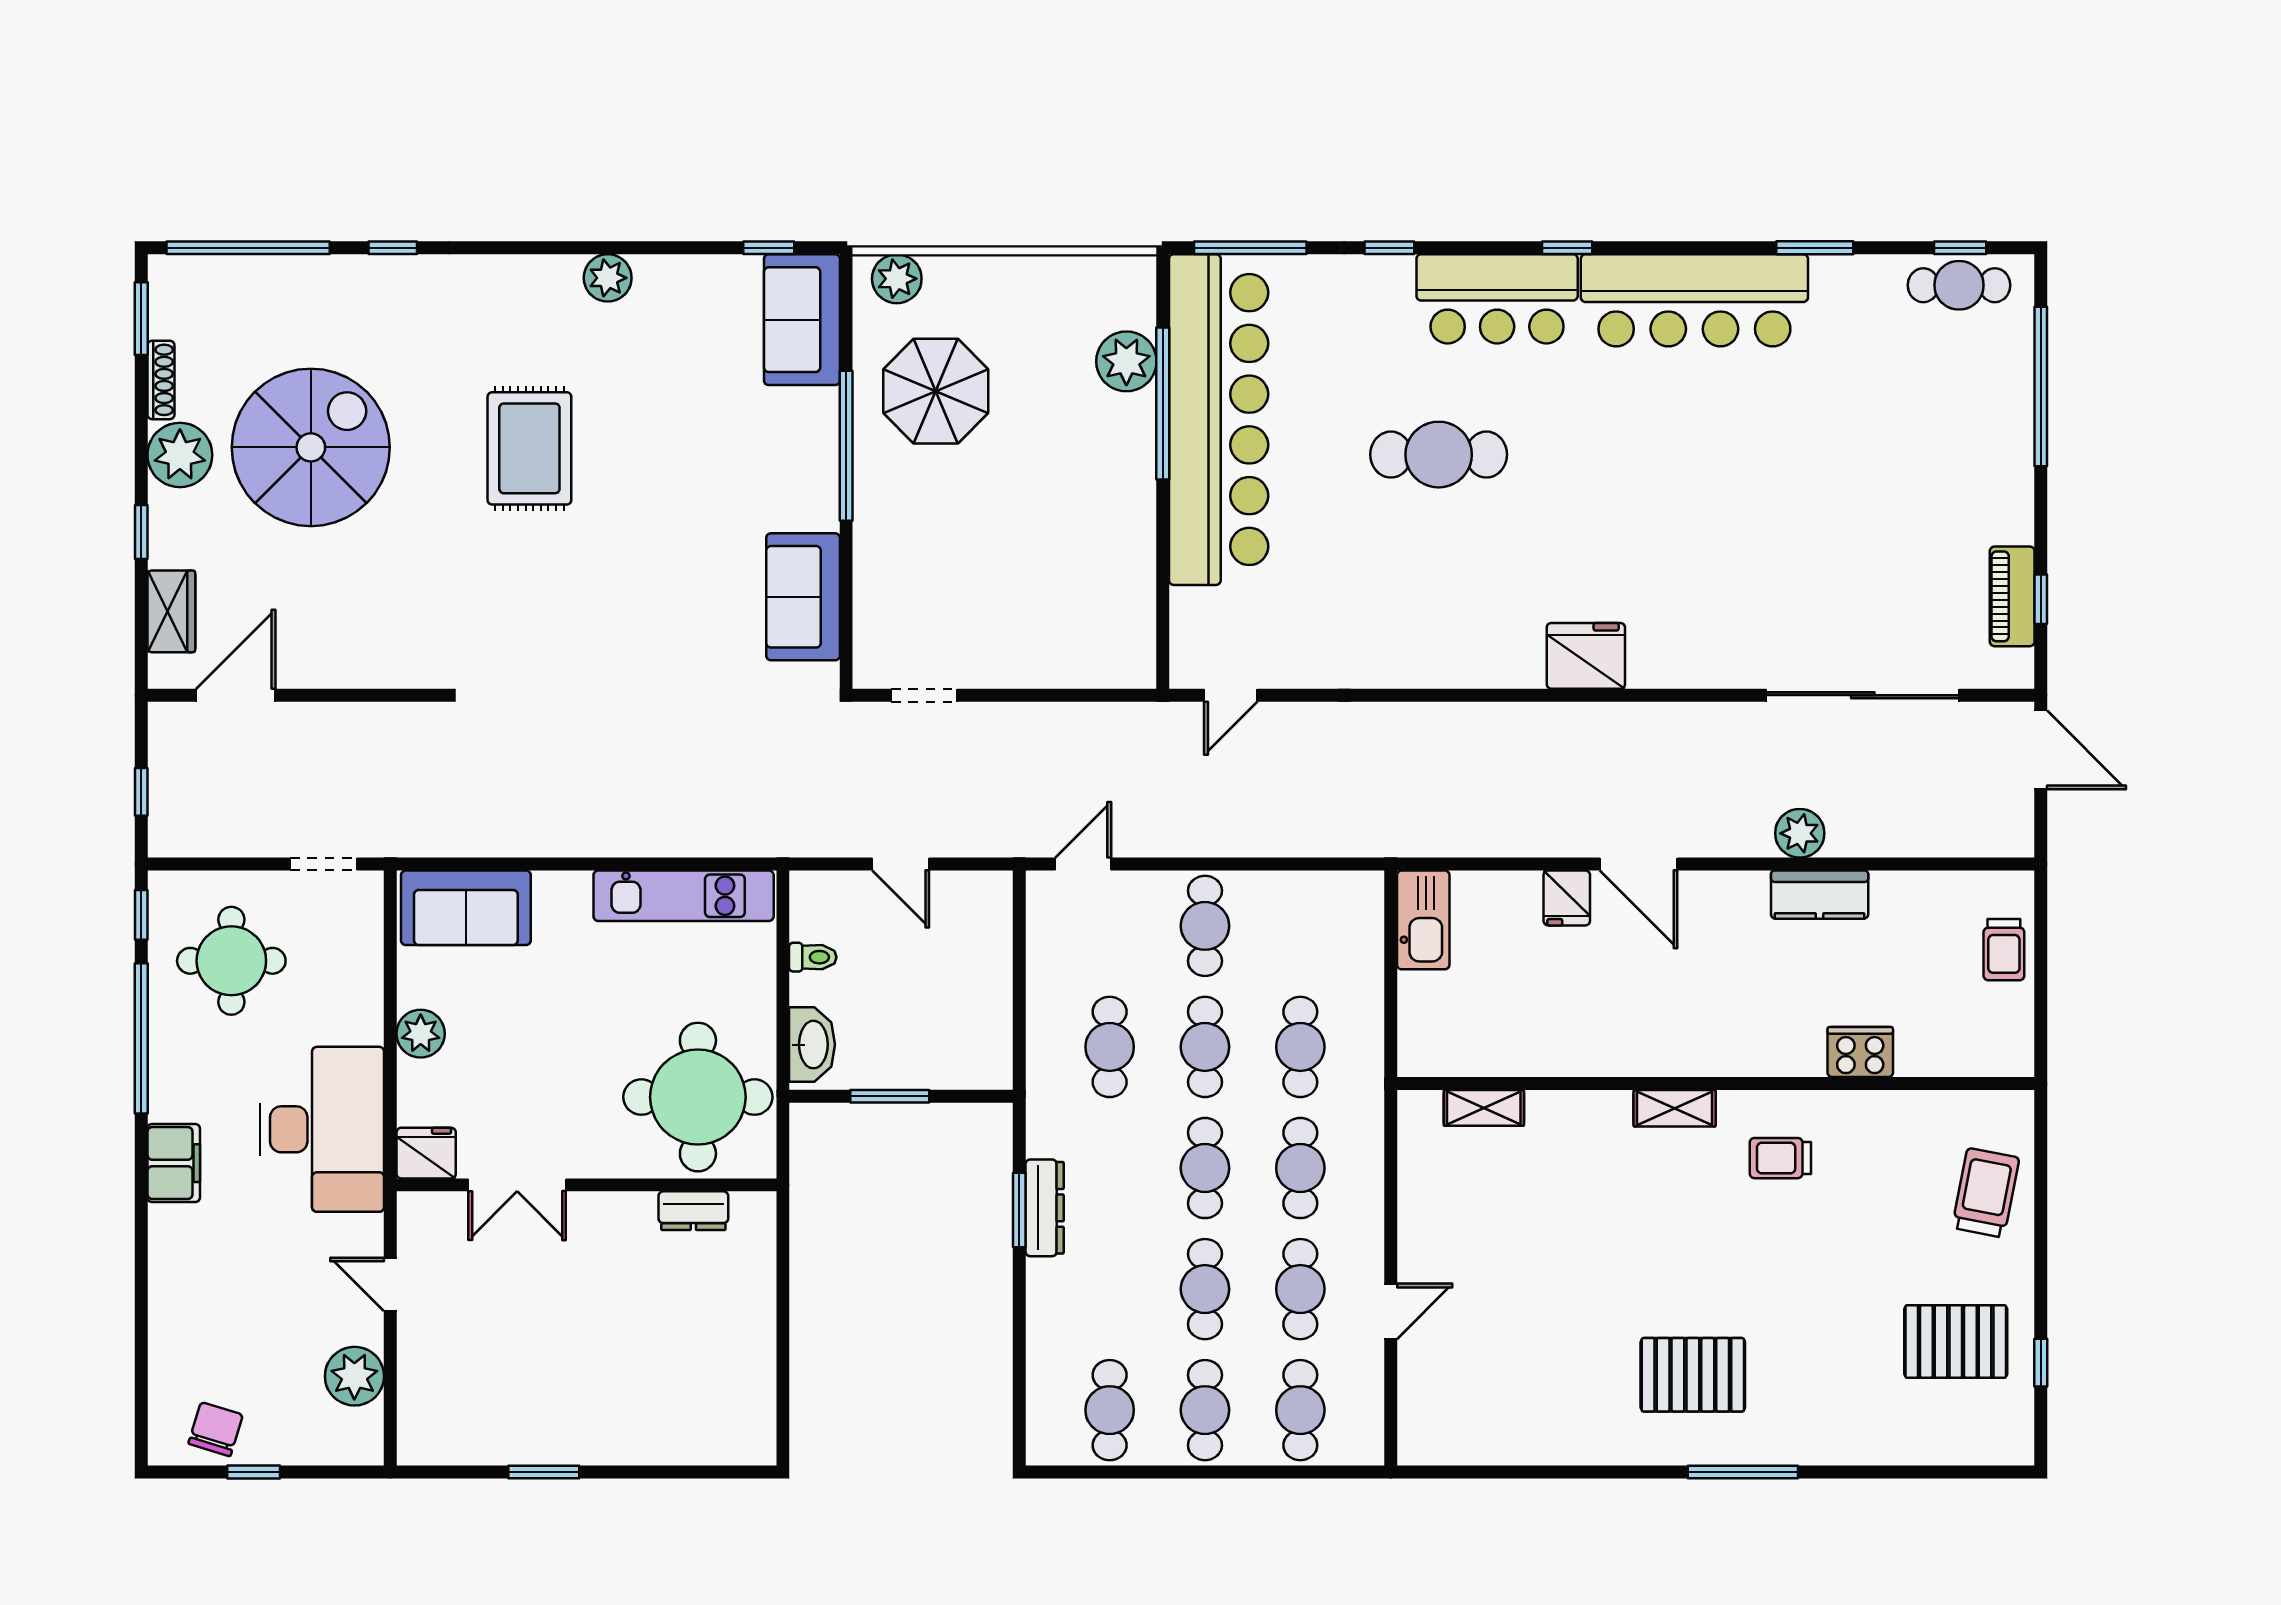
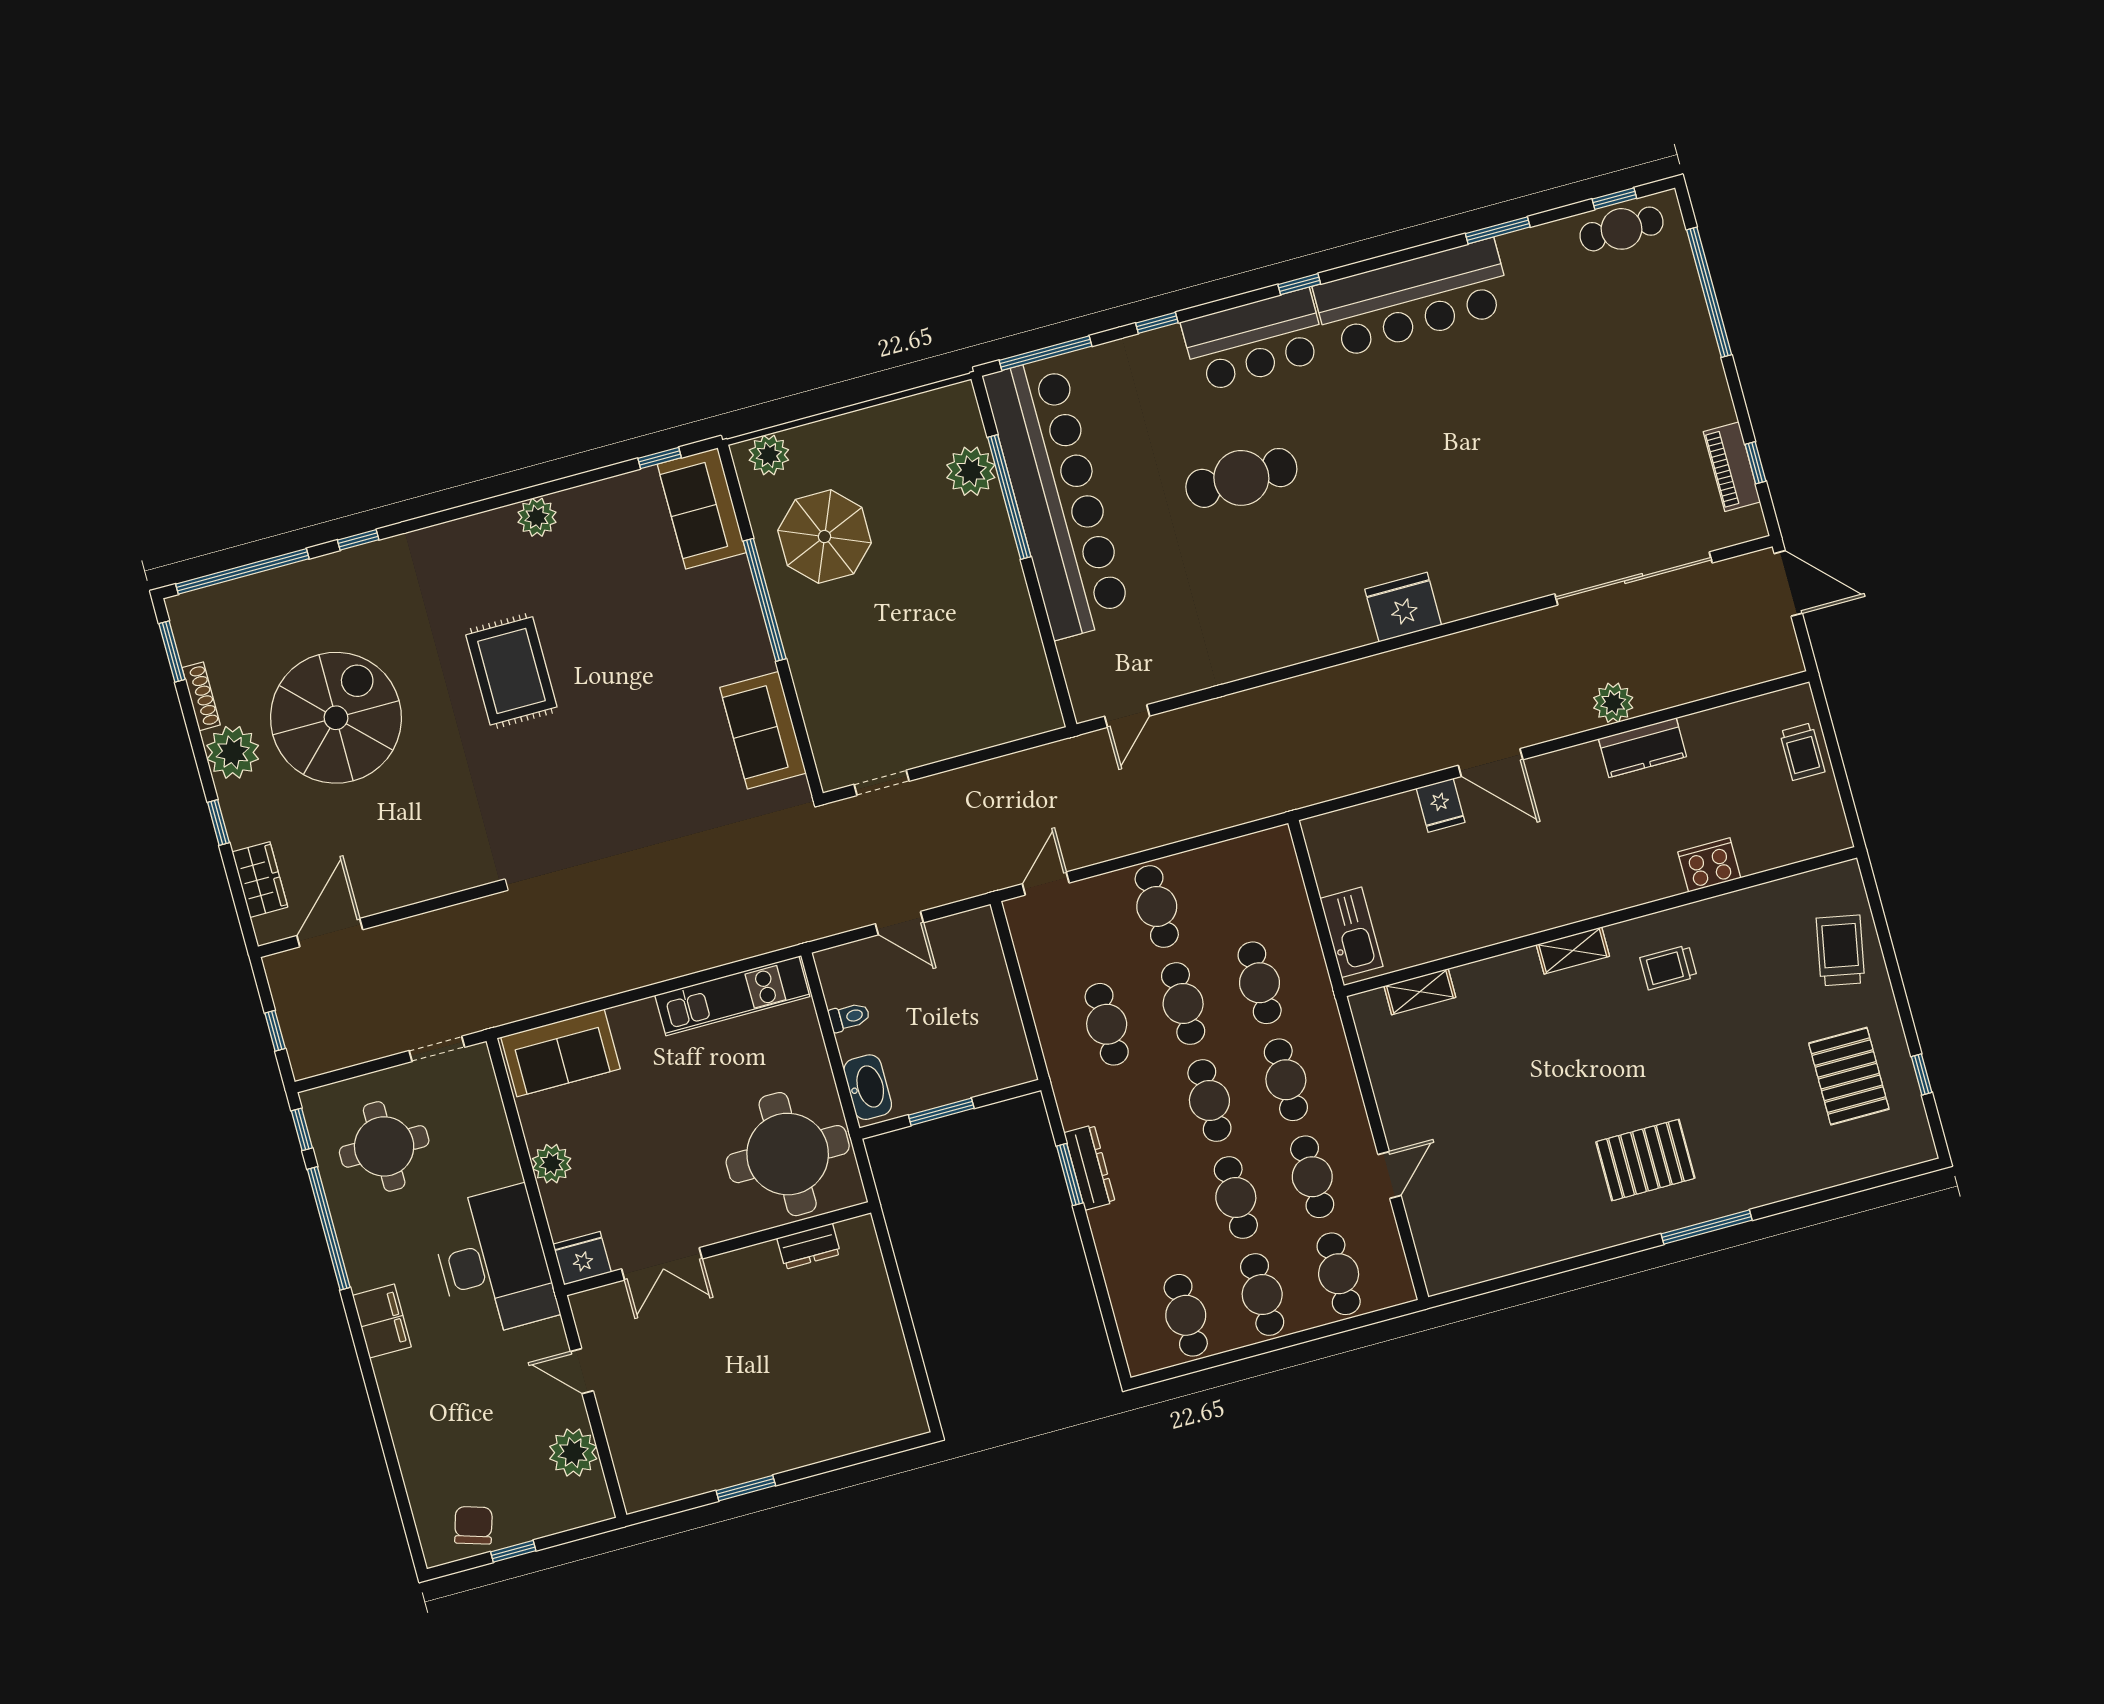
kitchen sink: (1423, 920) -> (1352, 932), moved
pallet: (1956, 1341) -> (1849, 1076), turned 90

